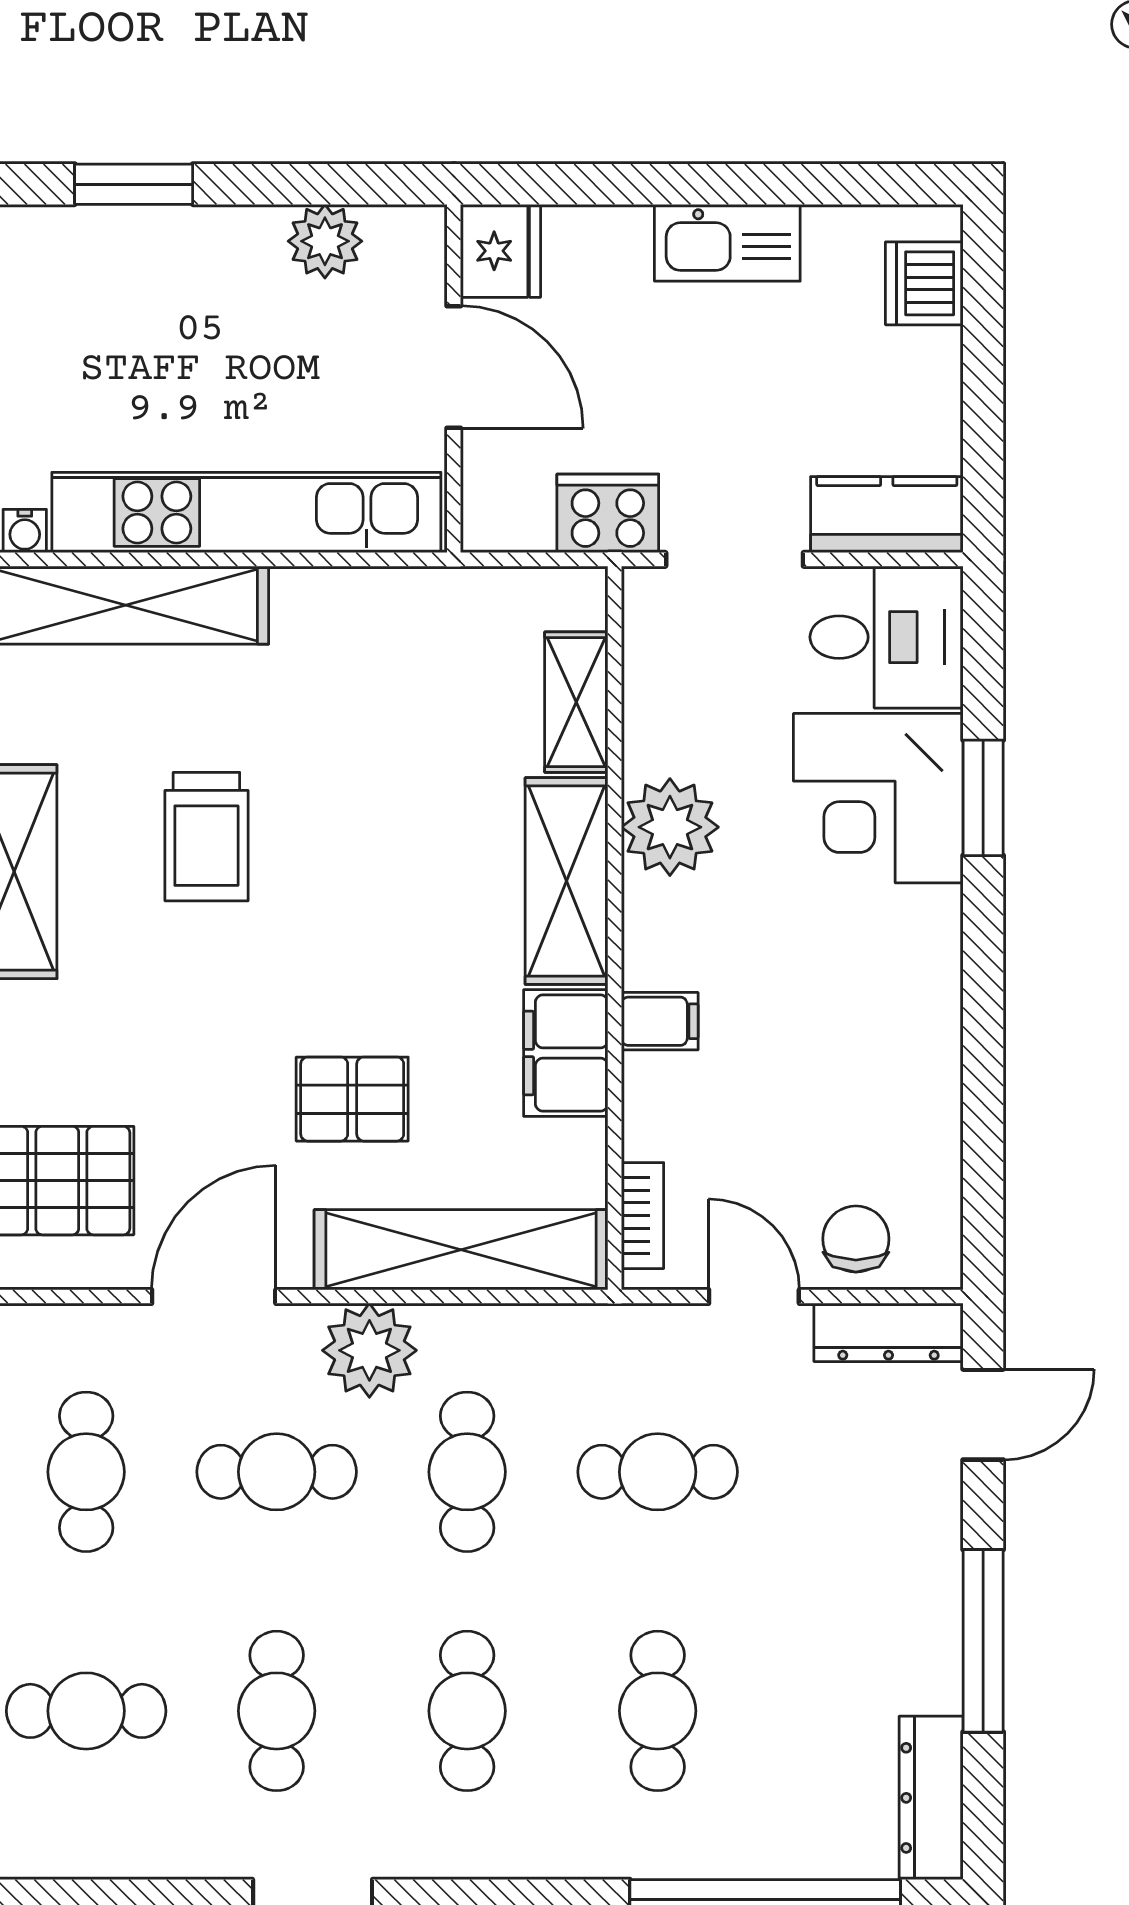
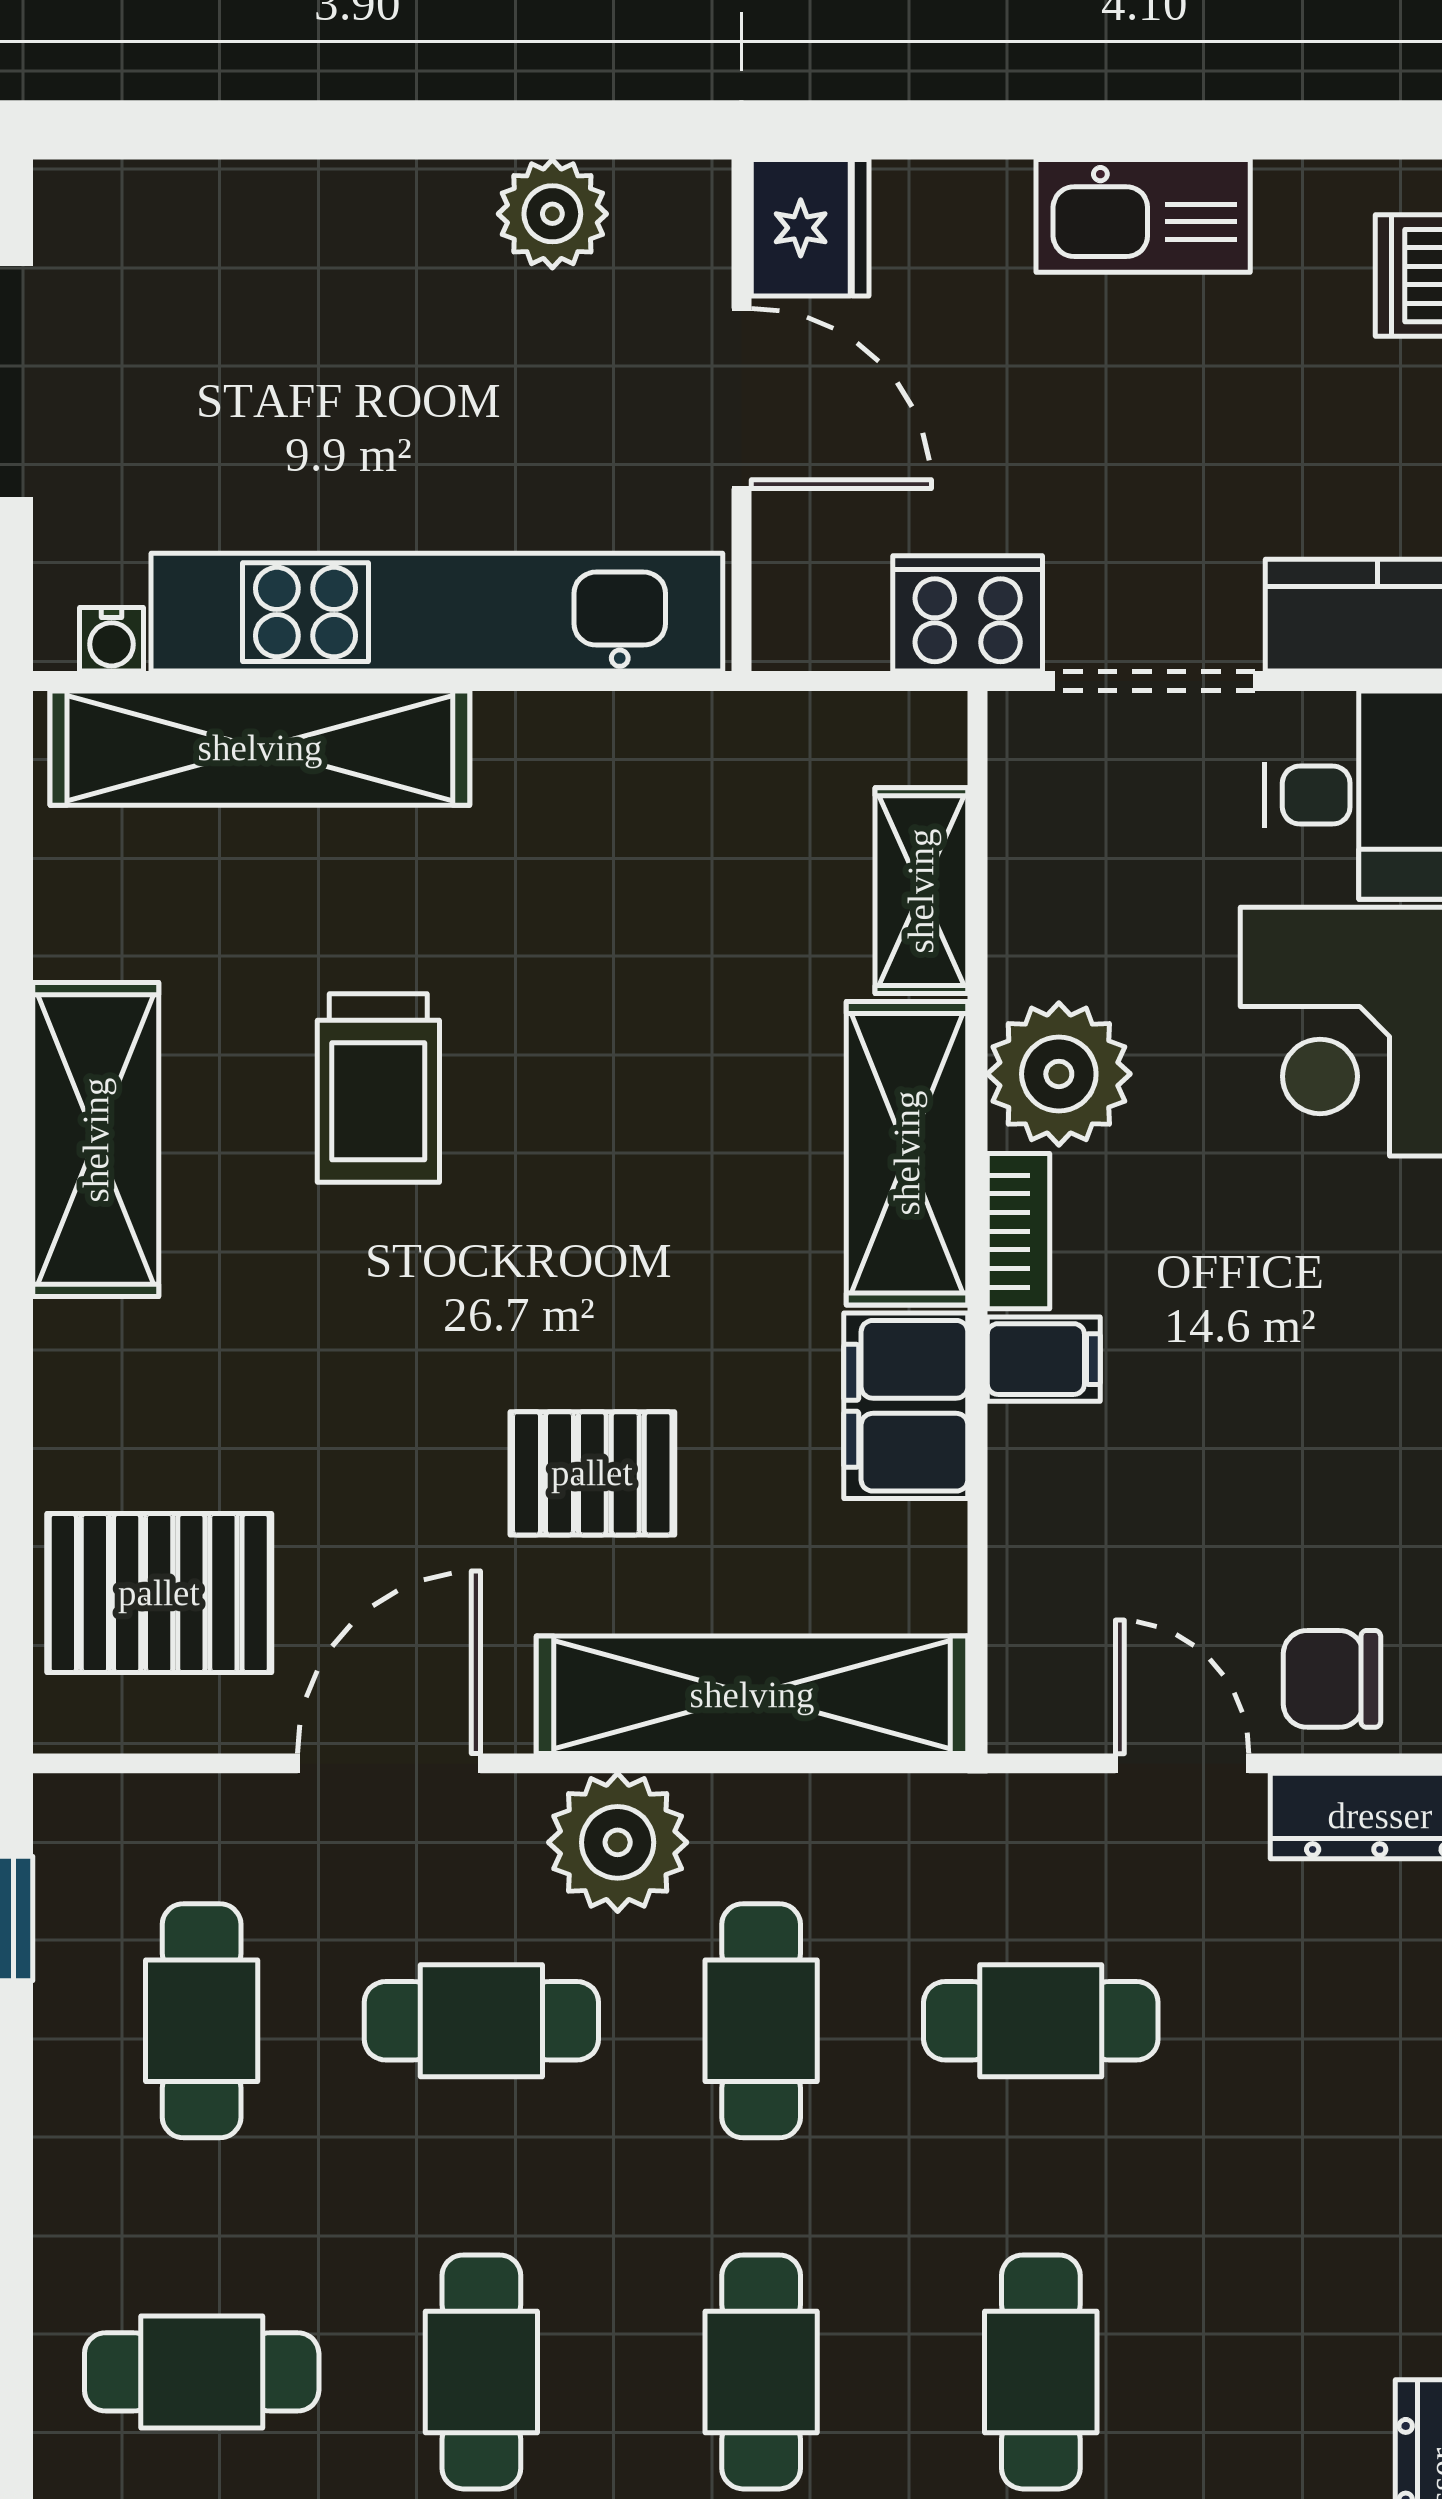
window: (134, 184) -> (271, 130), removed
bookcase: (642, 1216) -> (1019, 1231), moved
chair: (856, 1239) -> (1332, 1679), turned -90

